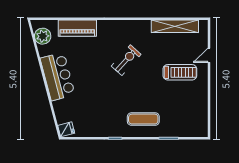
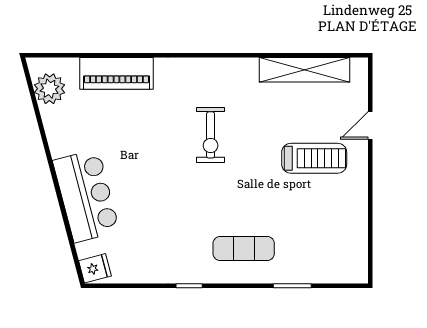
exercise bike: (126, 60) -> (211, 135), turned 138
bar counter: (58, 76) -> (86, 196), moved

